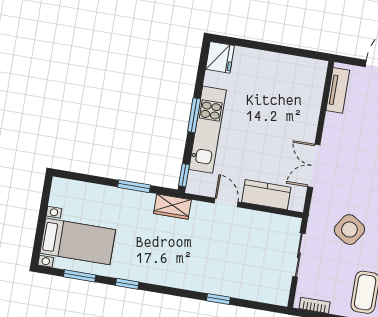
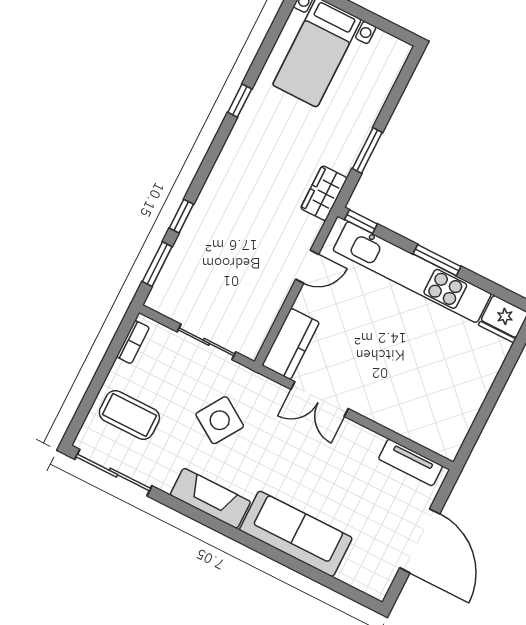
kitchen unit: (208, 130) -> (412, 272), width x1.36
double door: (314, 166) -> (320, 399), swing flipped
kitchen counter: (266, 195) -> (291, 344), moved
window: (80, 276) -> (157, 264), moved

